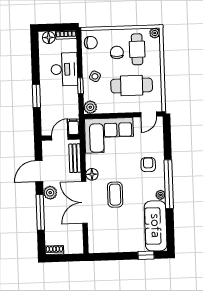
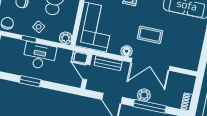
desk: (64, 69) -> (39, 56), moved
window: (80, 86) -> (29, 39), moved
window: (36, 96) -> (30, 81), moved
plant: (50, 193) -> (144, 95), moved

